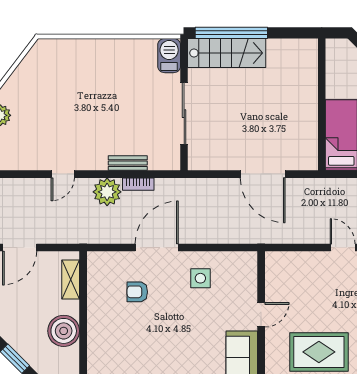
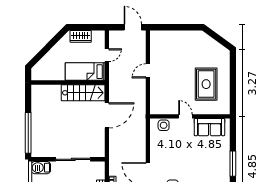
stairs: (227, 53) -> (83, 93), moved, turned 90
side table: (200, 278) -> (164, 125), moved

